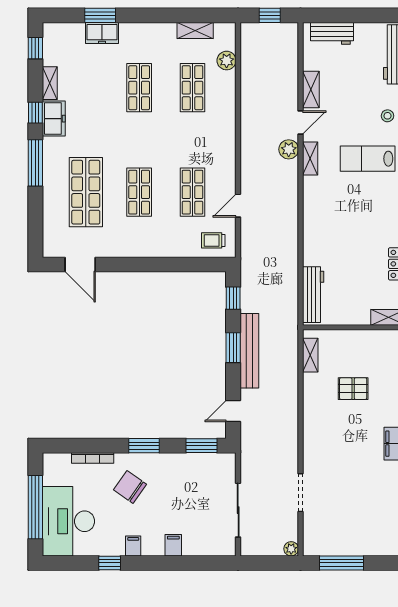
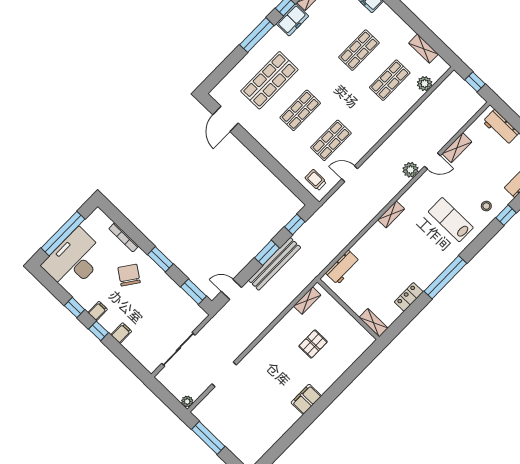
shelving: (310, 159) -> (391, 214), moved
workbench: (313, 295) -> (343, 267), width x0.73
pallet: (353, 389) -> (313, 344), turned 90
window: (151, 563) -> (98, 331), added

